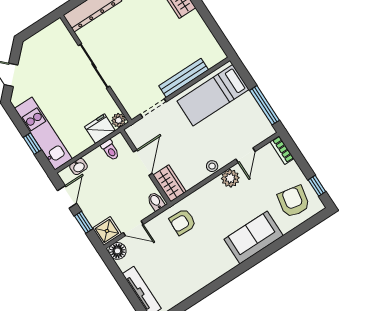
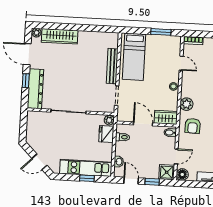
window: (265, 105) -> (161, 32), width x0.69
plant: (230, 178) -> (186, 104), moved

